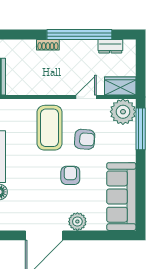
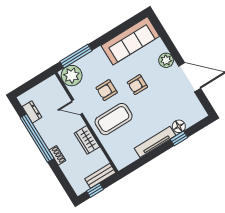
wardrobe: (120, 86) -> (87, 140), moved
armchair: (85, 139) -> (107, 90), turned -94

